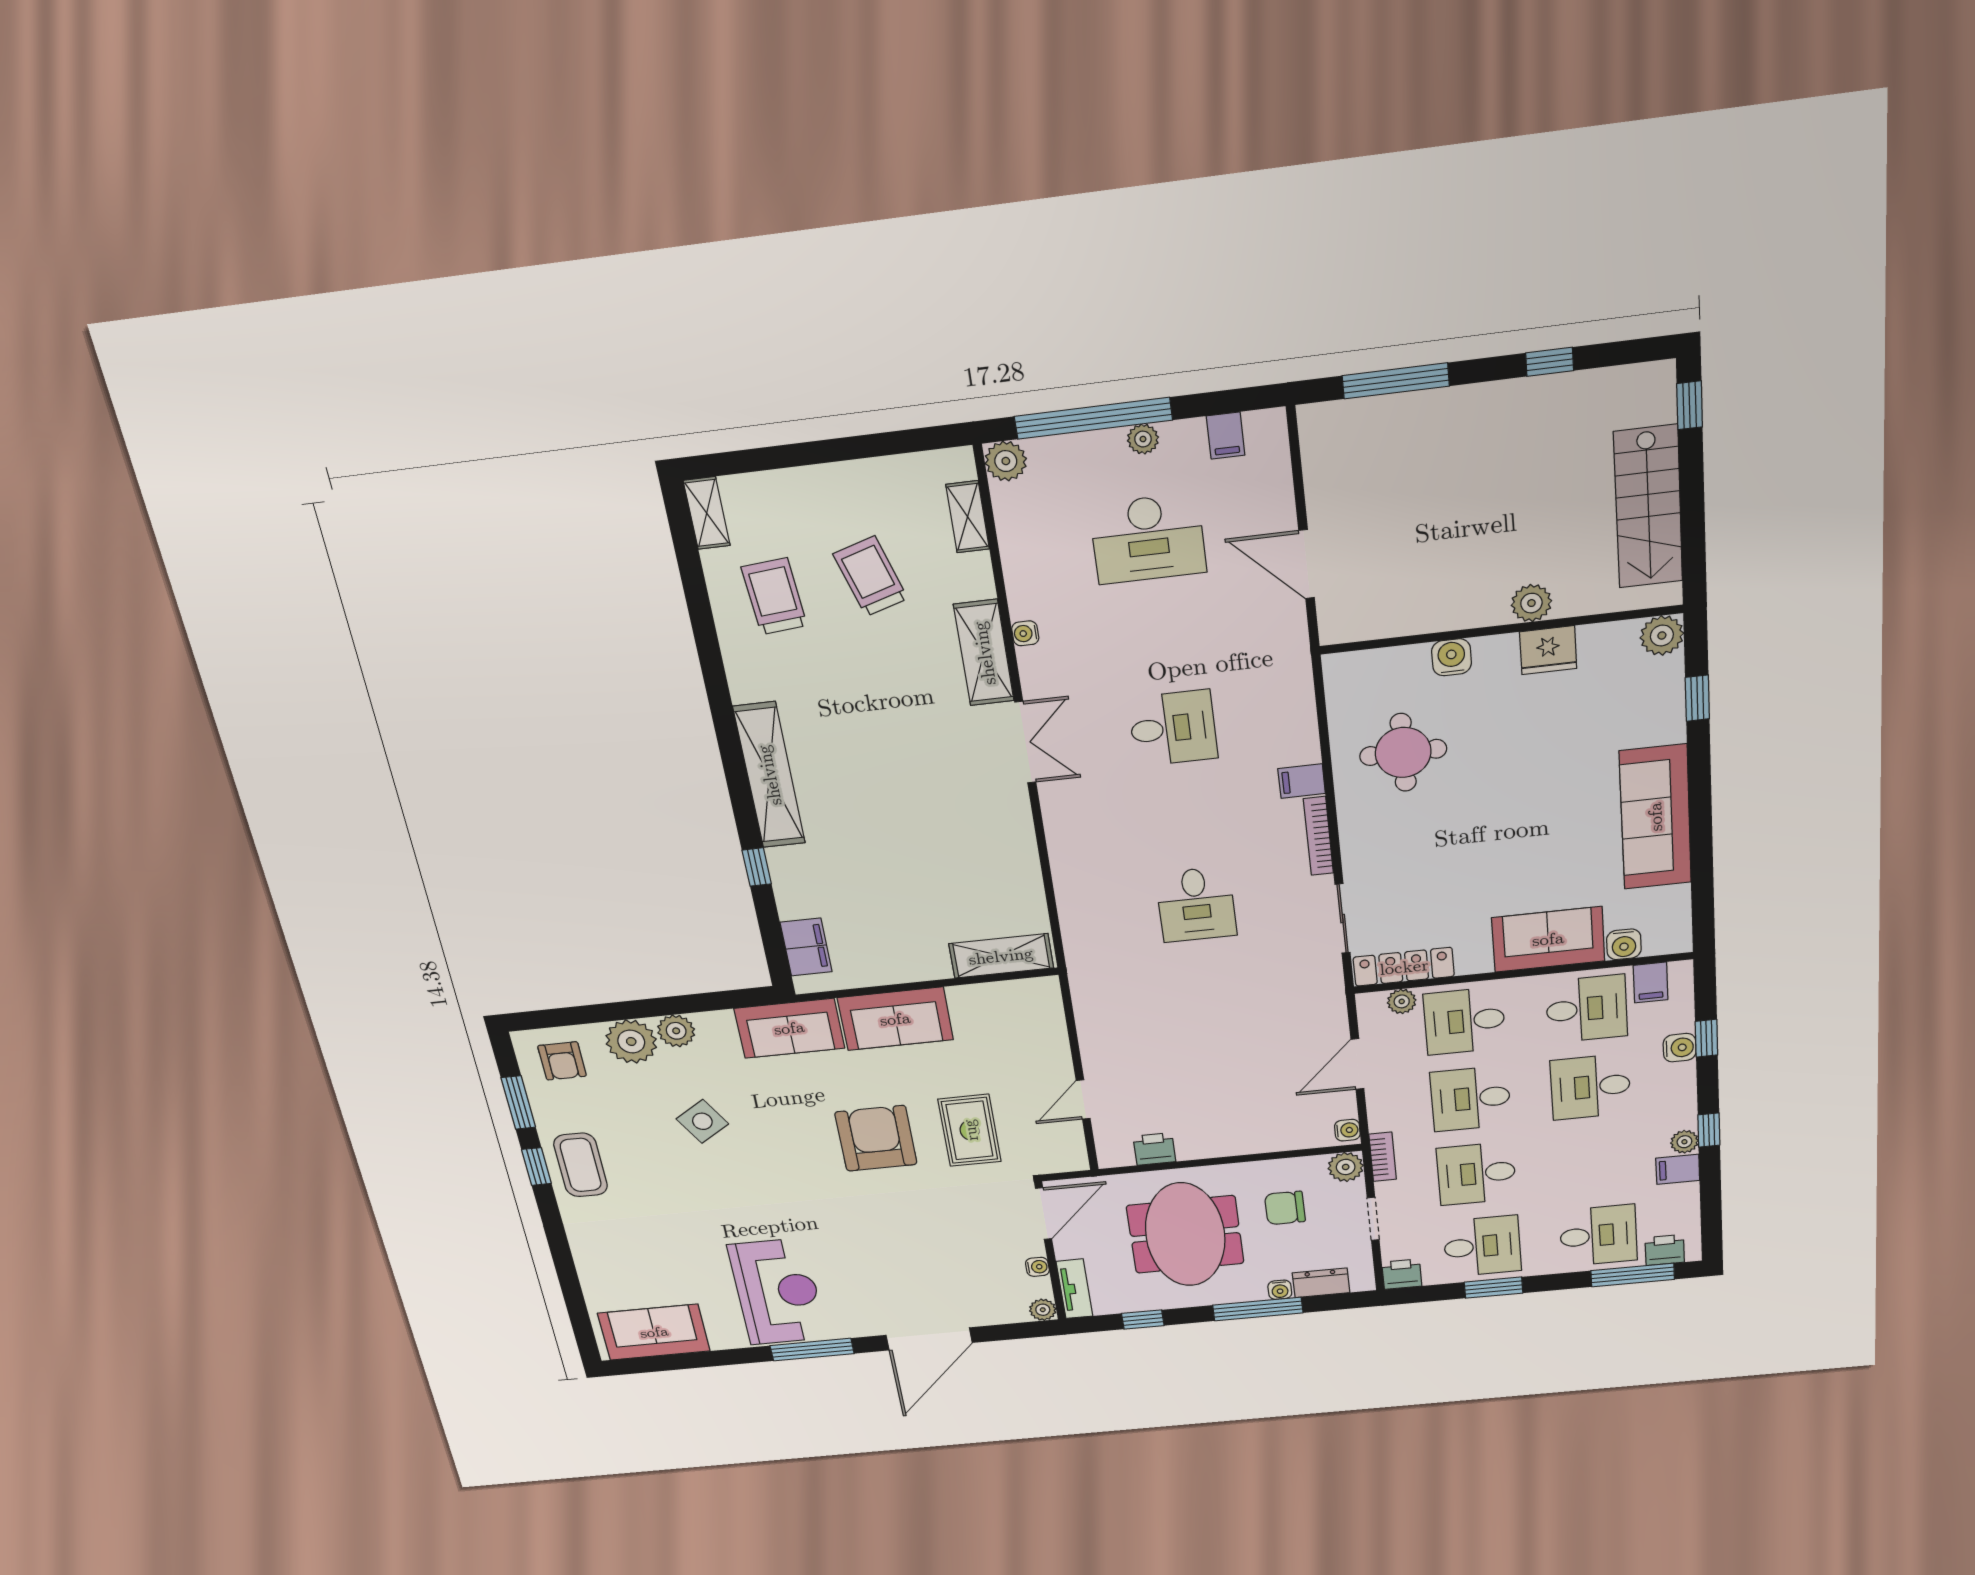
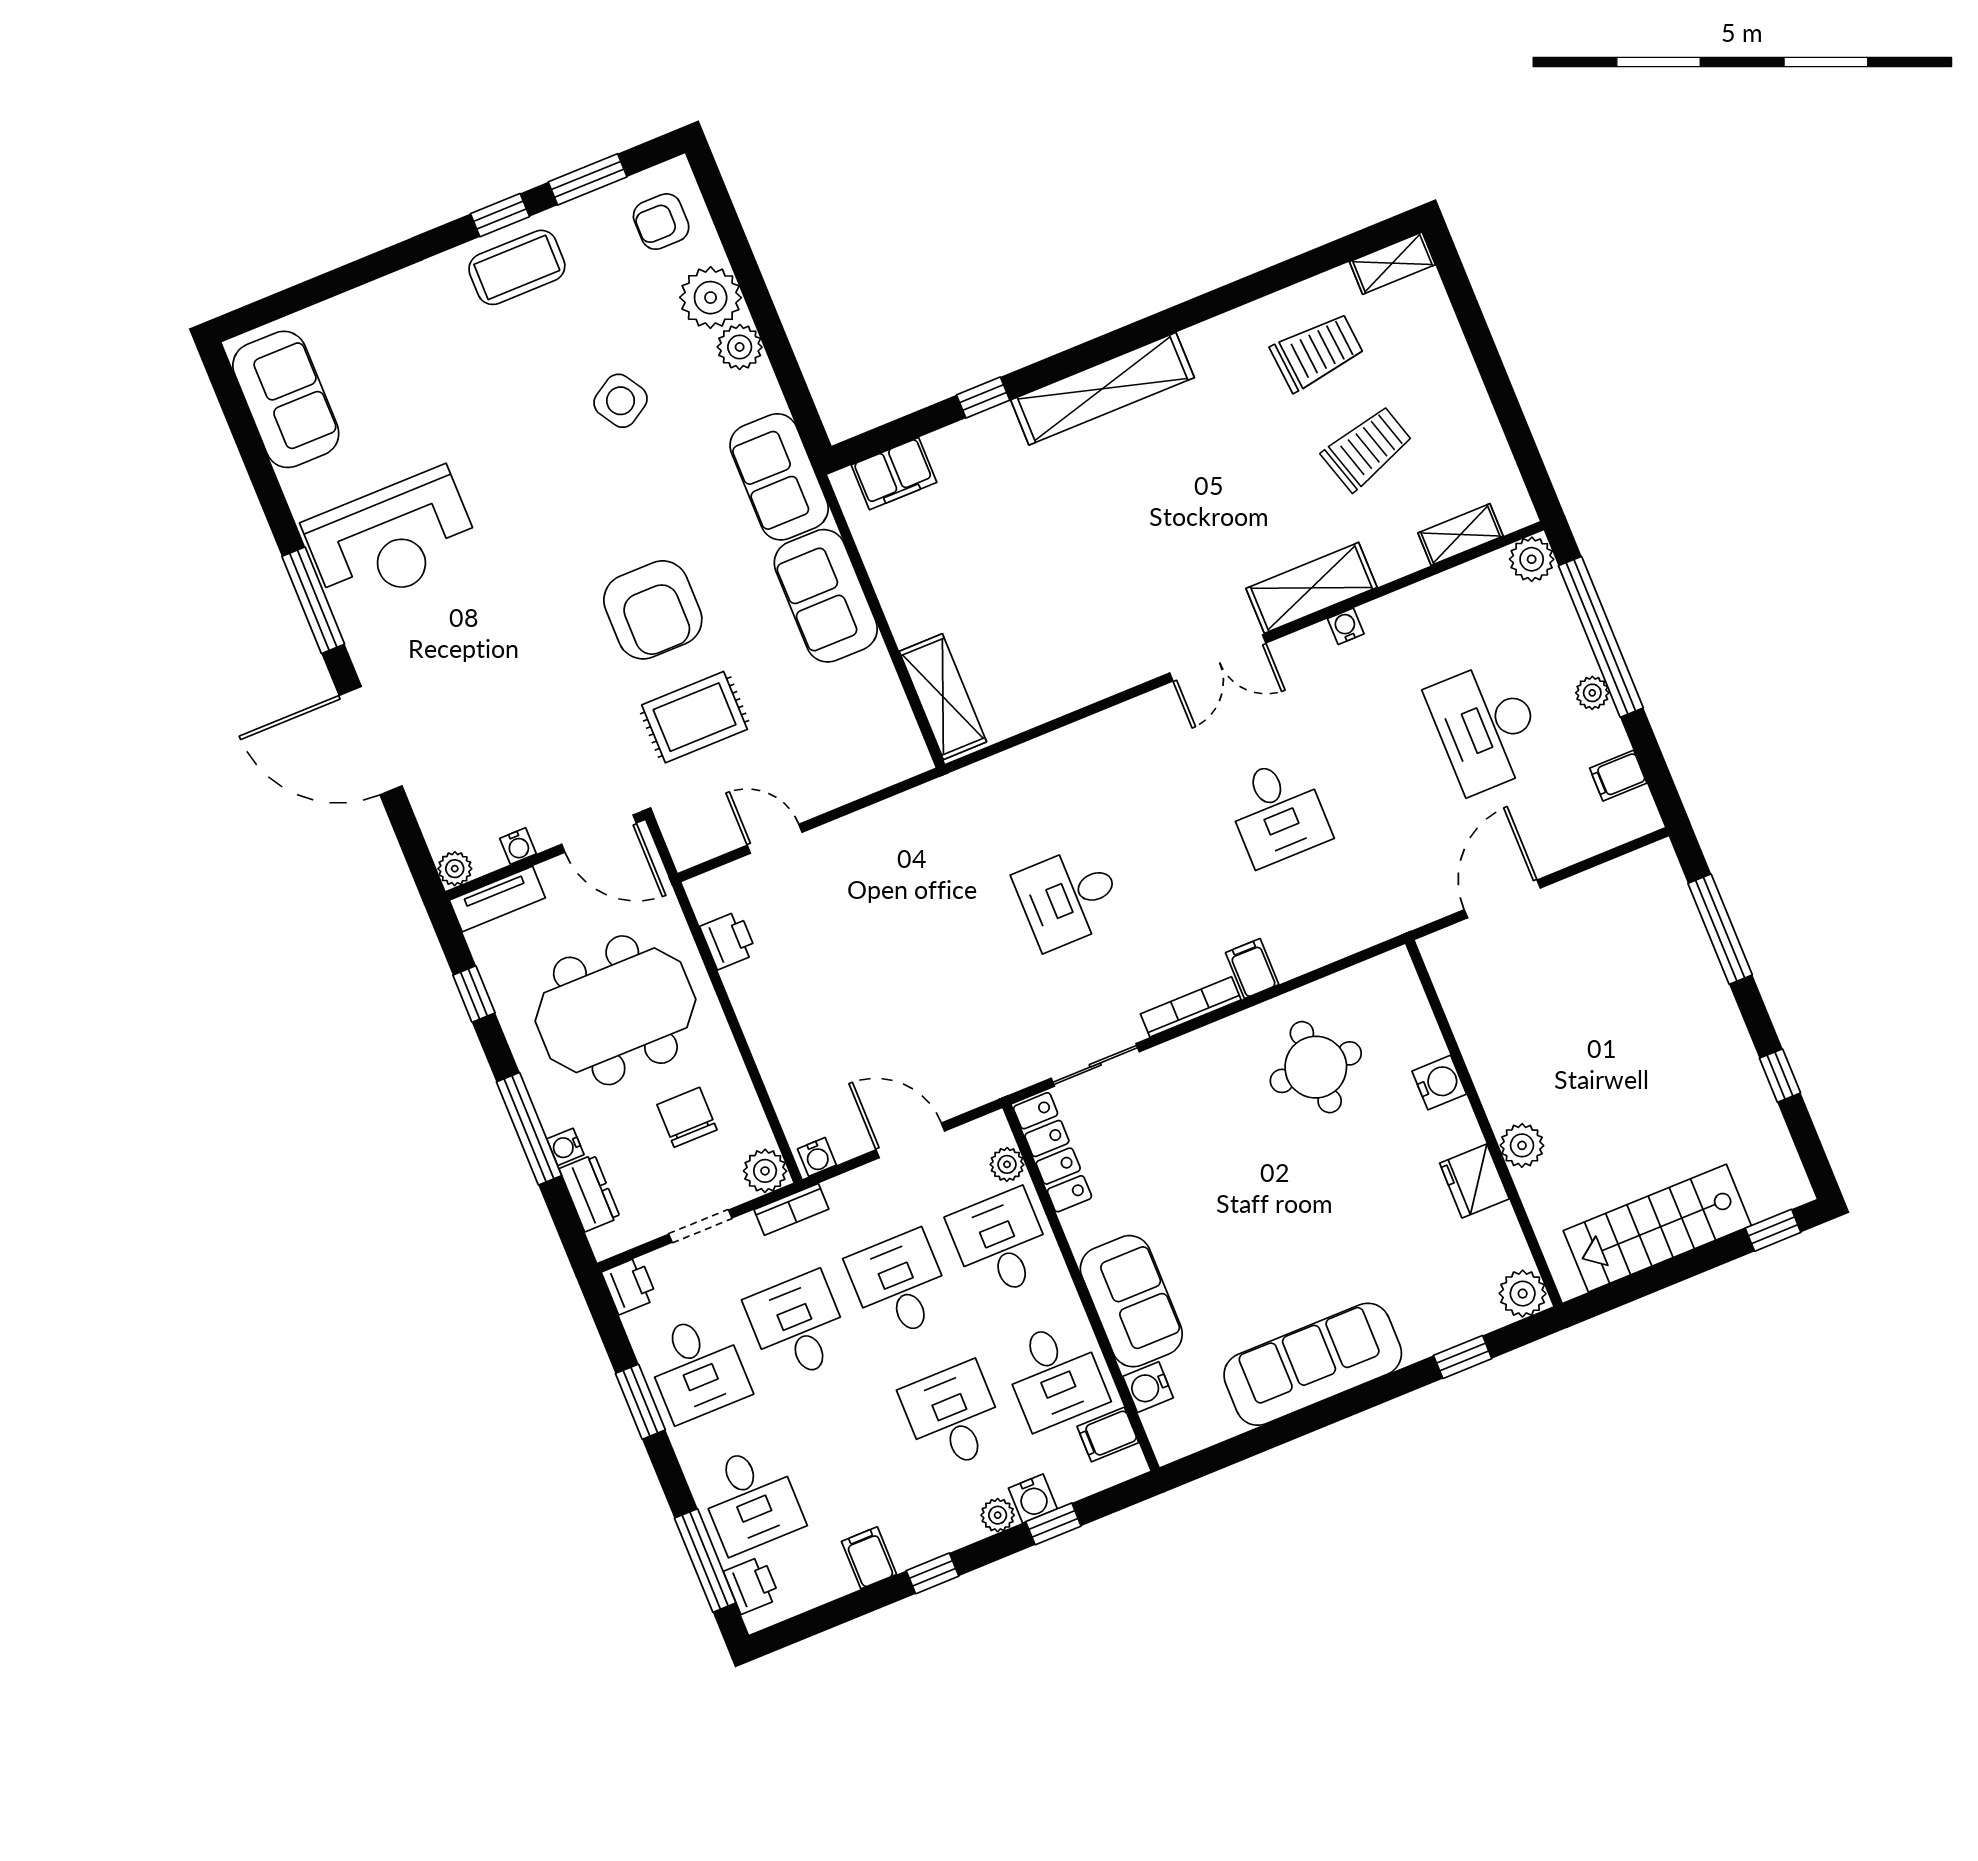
armchair: (876, 1138) -> (653, 610), turned 90
plant: (1684, 1142) -> (998, 1515), moved

